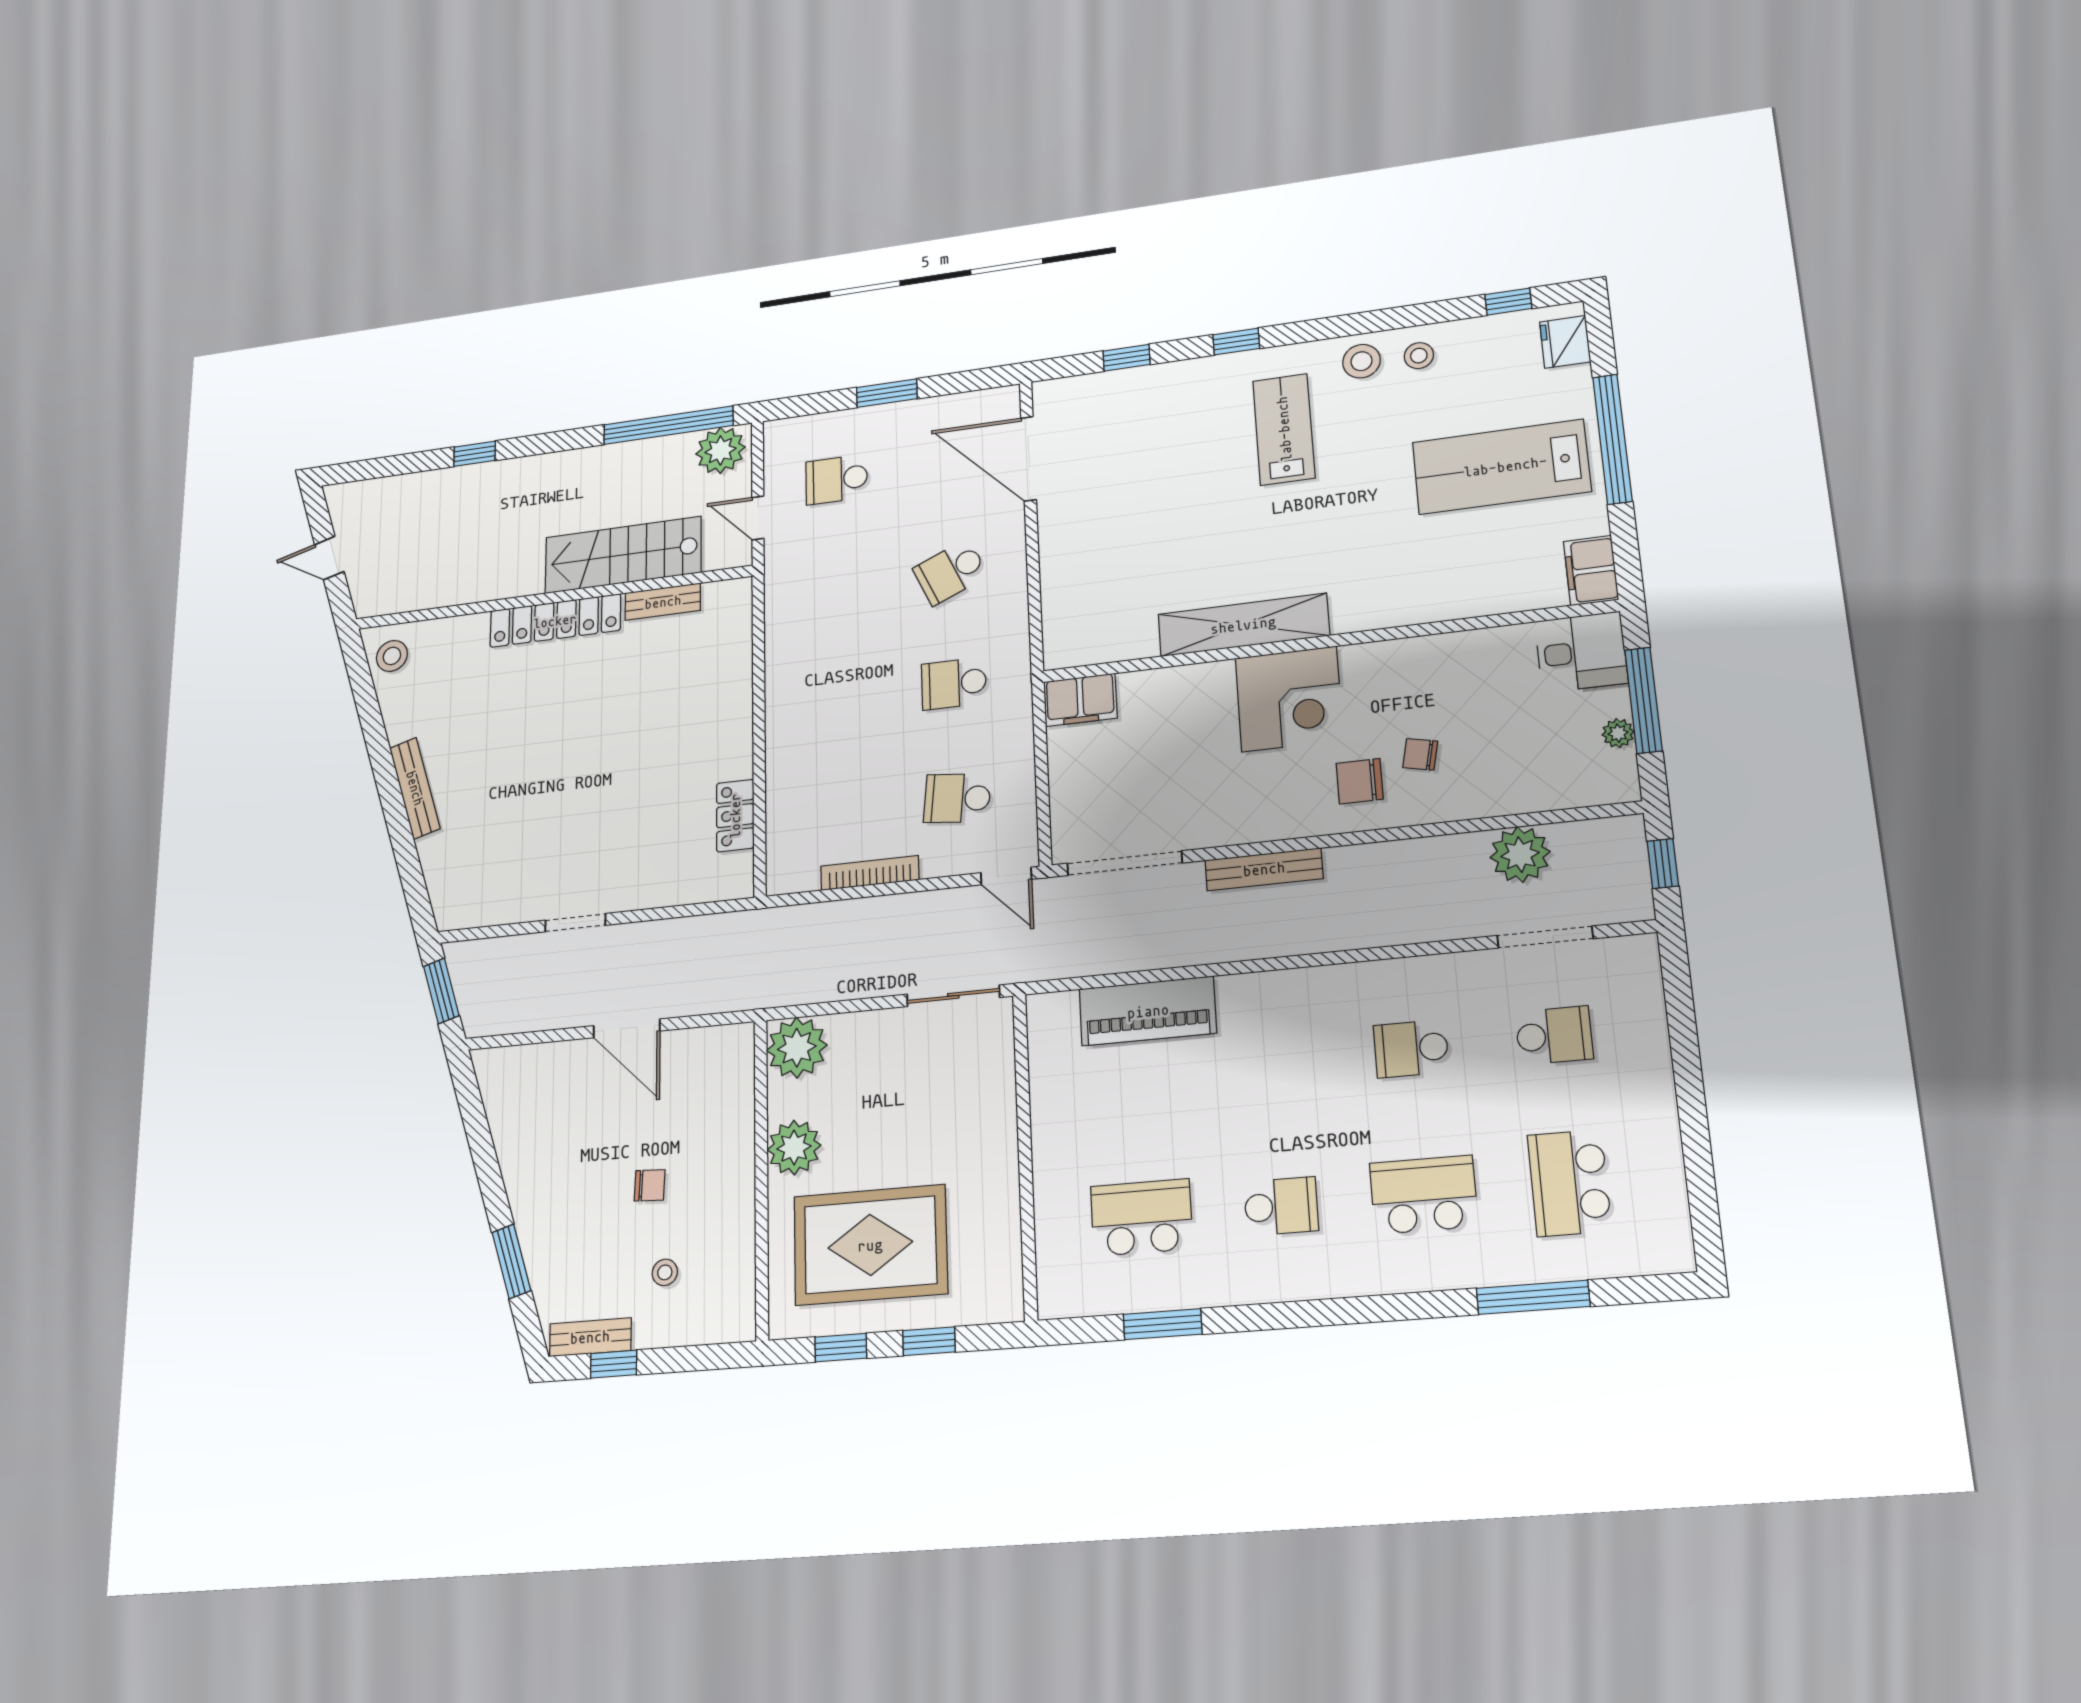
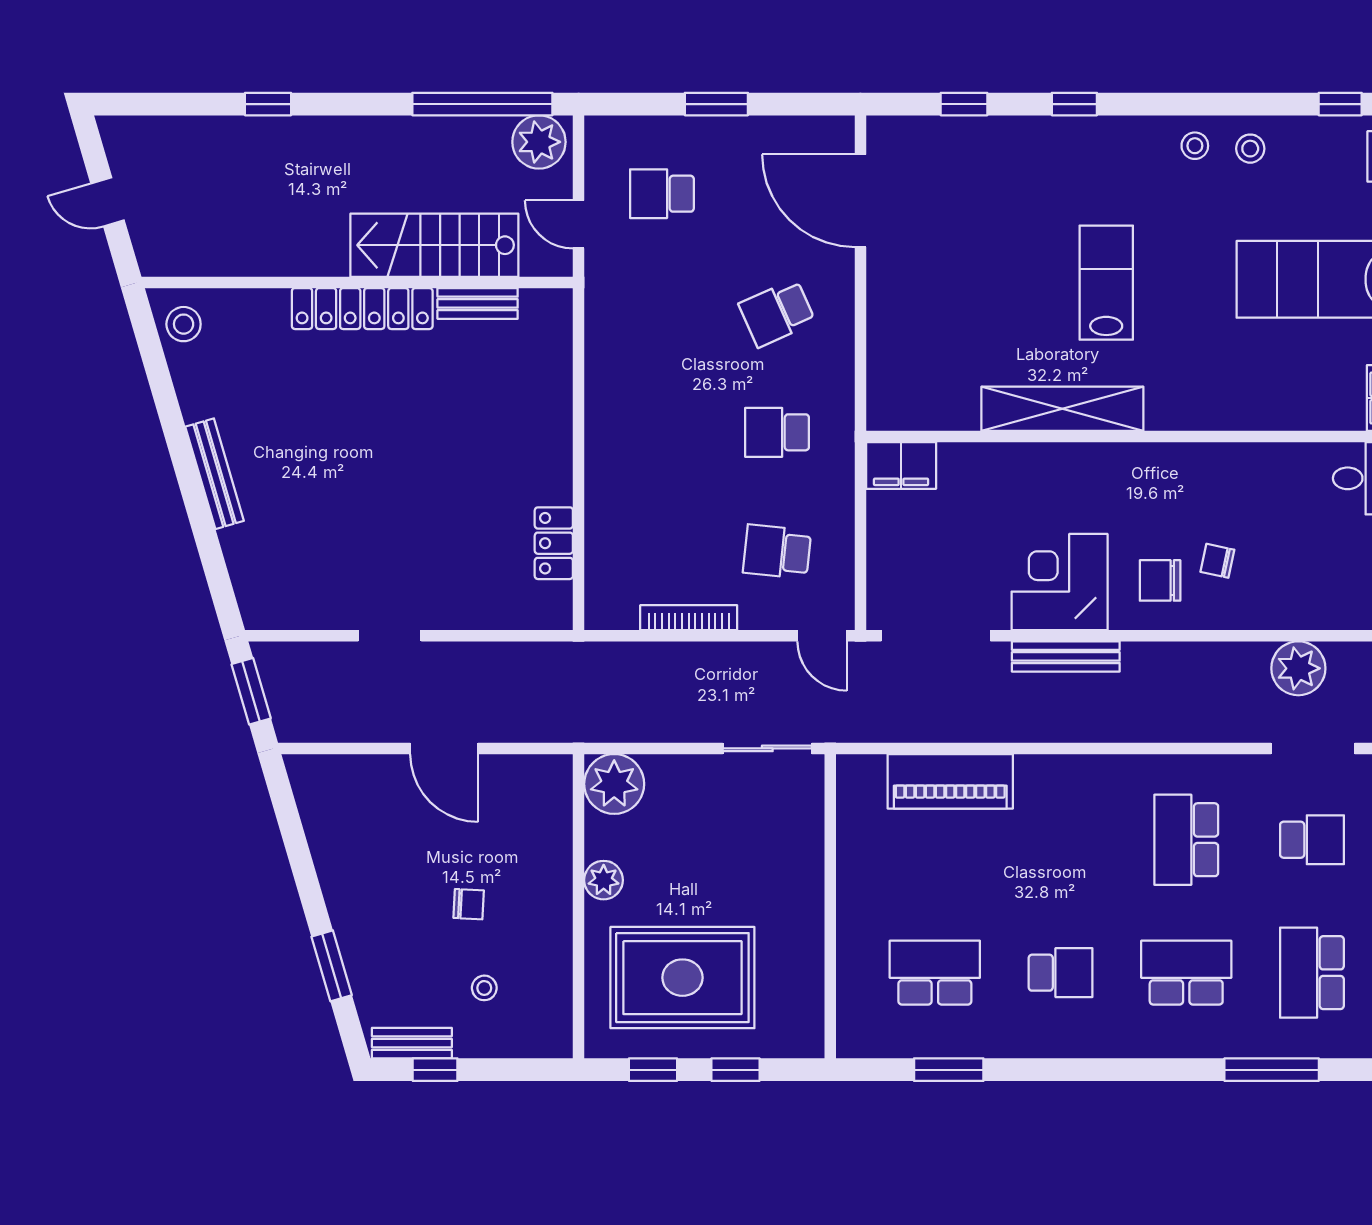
stool: (1361, 361) -> (1195, 146), width x0.73, depth x0.73
lab bench: (1284, 429) -> (1106, 283), moved
corner desk: (1289, 699) -> (1060, 582), moved, turned 180
school desk: (1411, 1049) -> (1186, 840), width x1.85
plant: (794, 1148) -> (604, 880), width x0.73, depth x0.73

